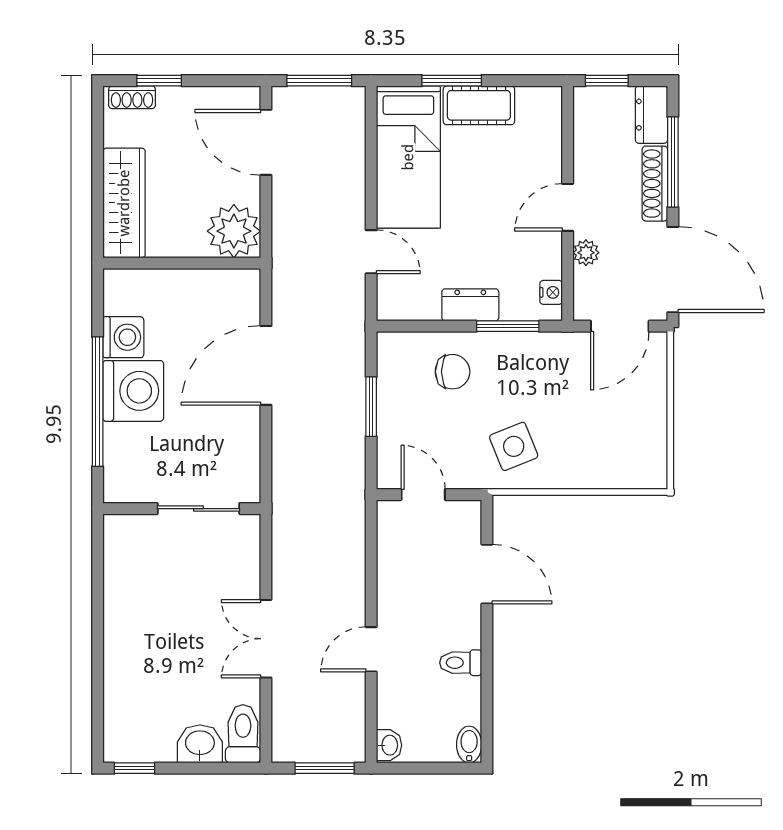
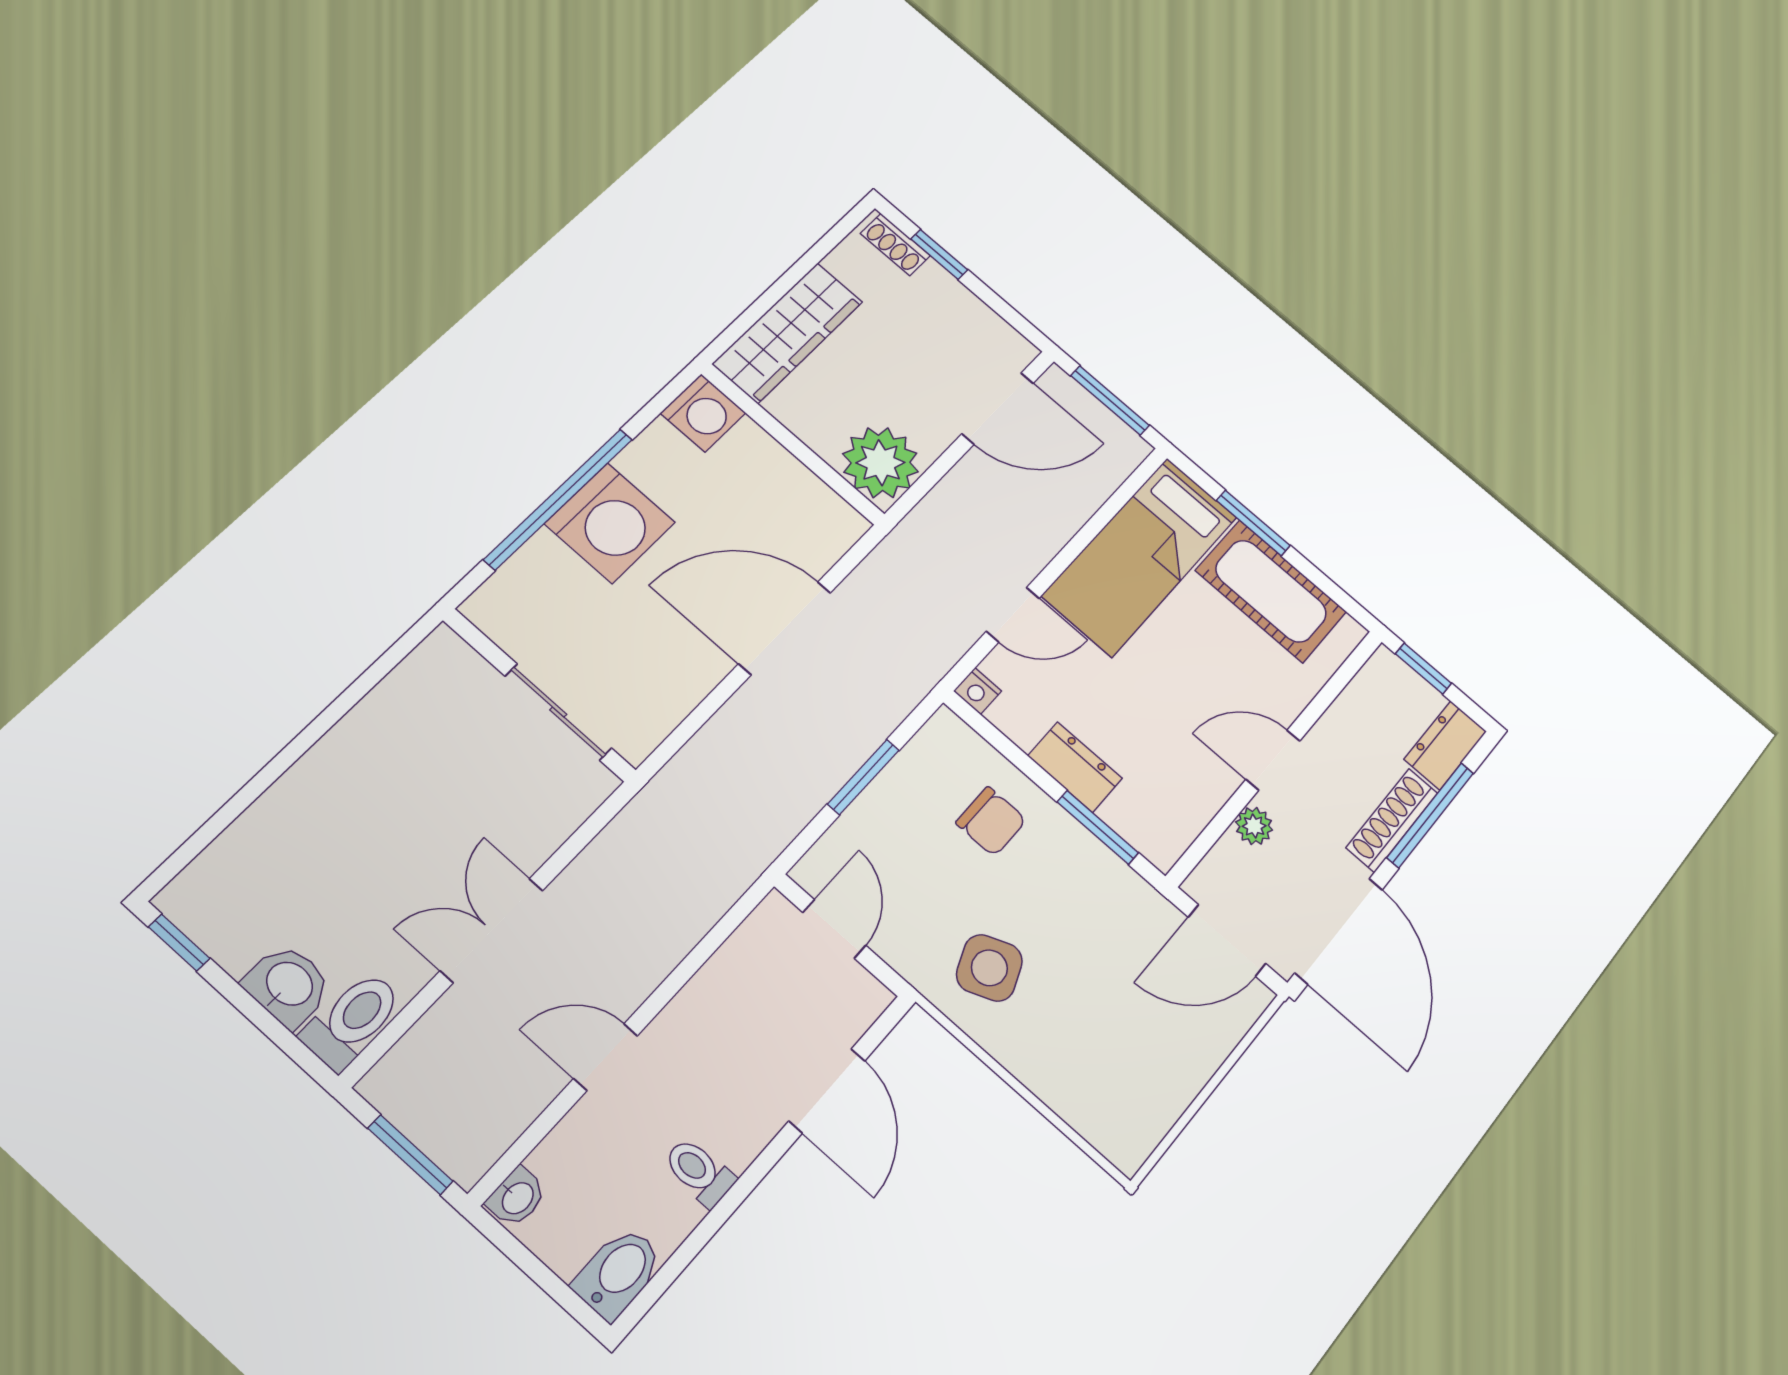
cot: (479, 105) -> (1271, 591), width x1.37, depth x1.34
door: (266, 142) -> (998, 408), swing flipped
door: (371, 252) -> (1013, 615), hinge flipped
nightstand: (551, 292) -> (978, 691), moved, turned 90
washing machine: (123, 337) -> (703, 413), moved
bidet: (469, 744) -> (618, 1273), width x1.38, depth x1.36

